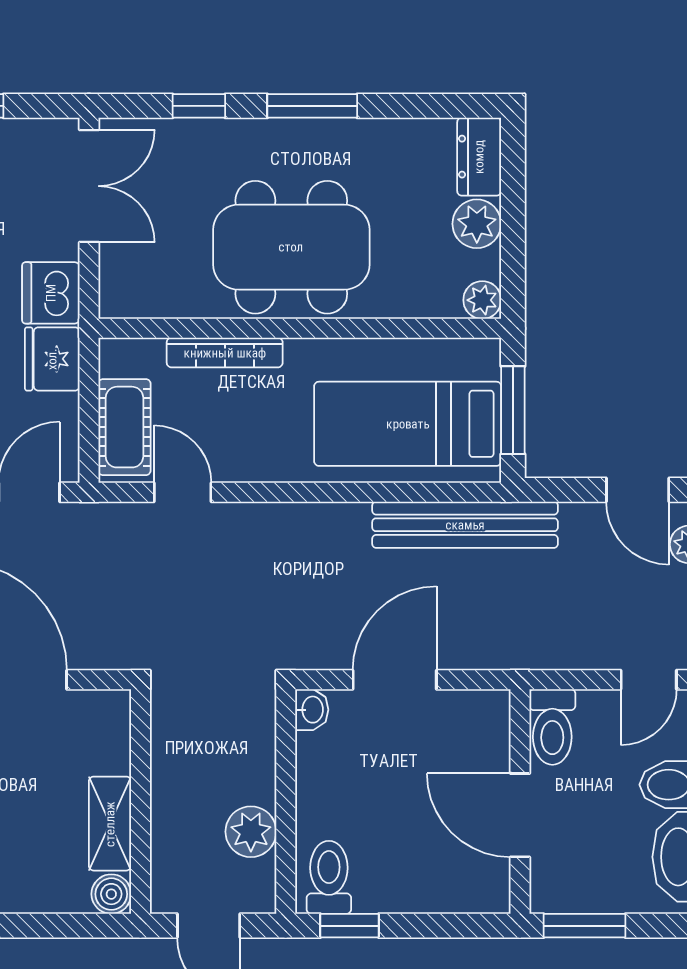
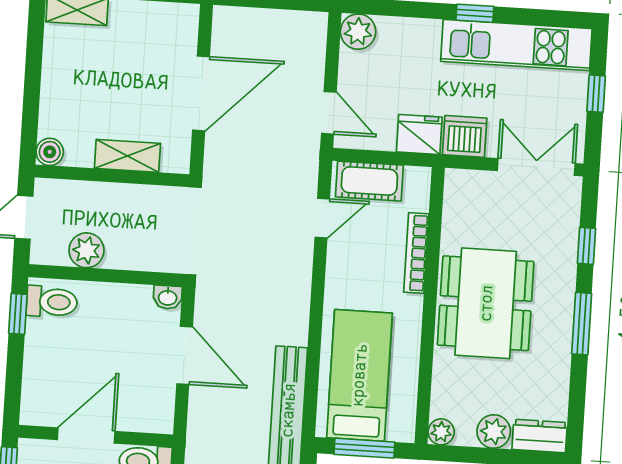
double door: (89, 186) -> (536, 167), swing flipped
shelving: (110, 824) -> (127, 156), moved

